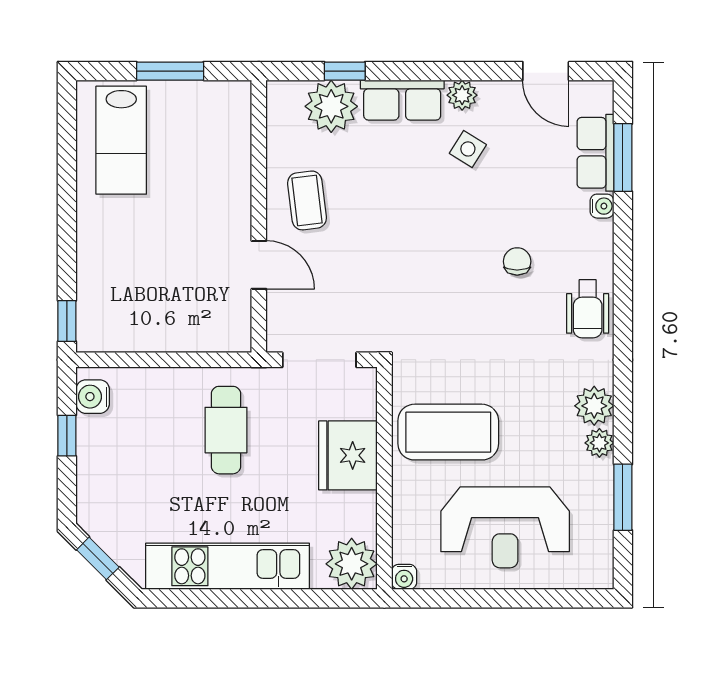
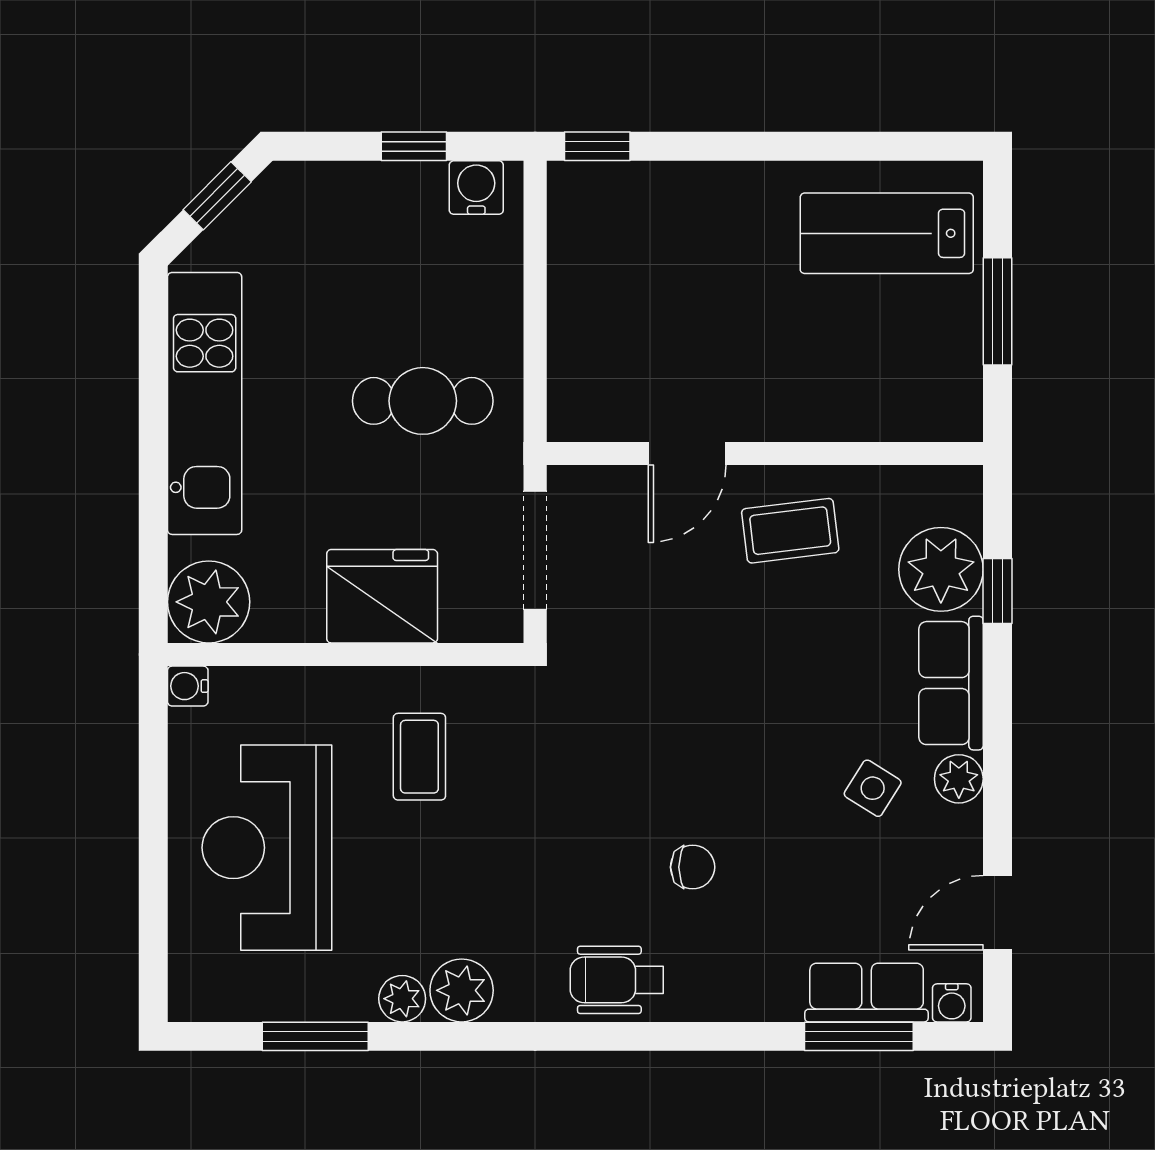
water cooler: (602, 206) -> (952, 1003), moved
coffee table: (448, 432) -> (419, 757), width x0.54, depth x0.58

